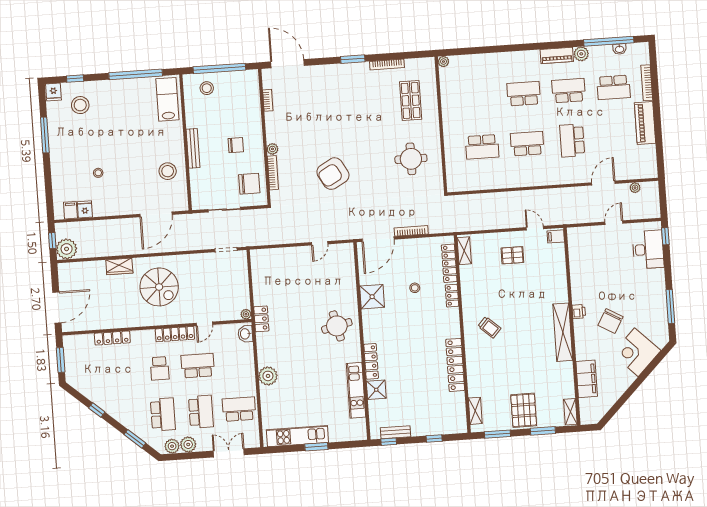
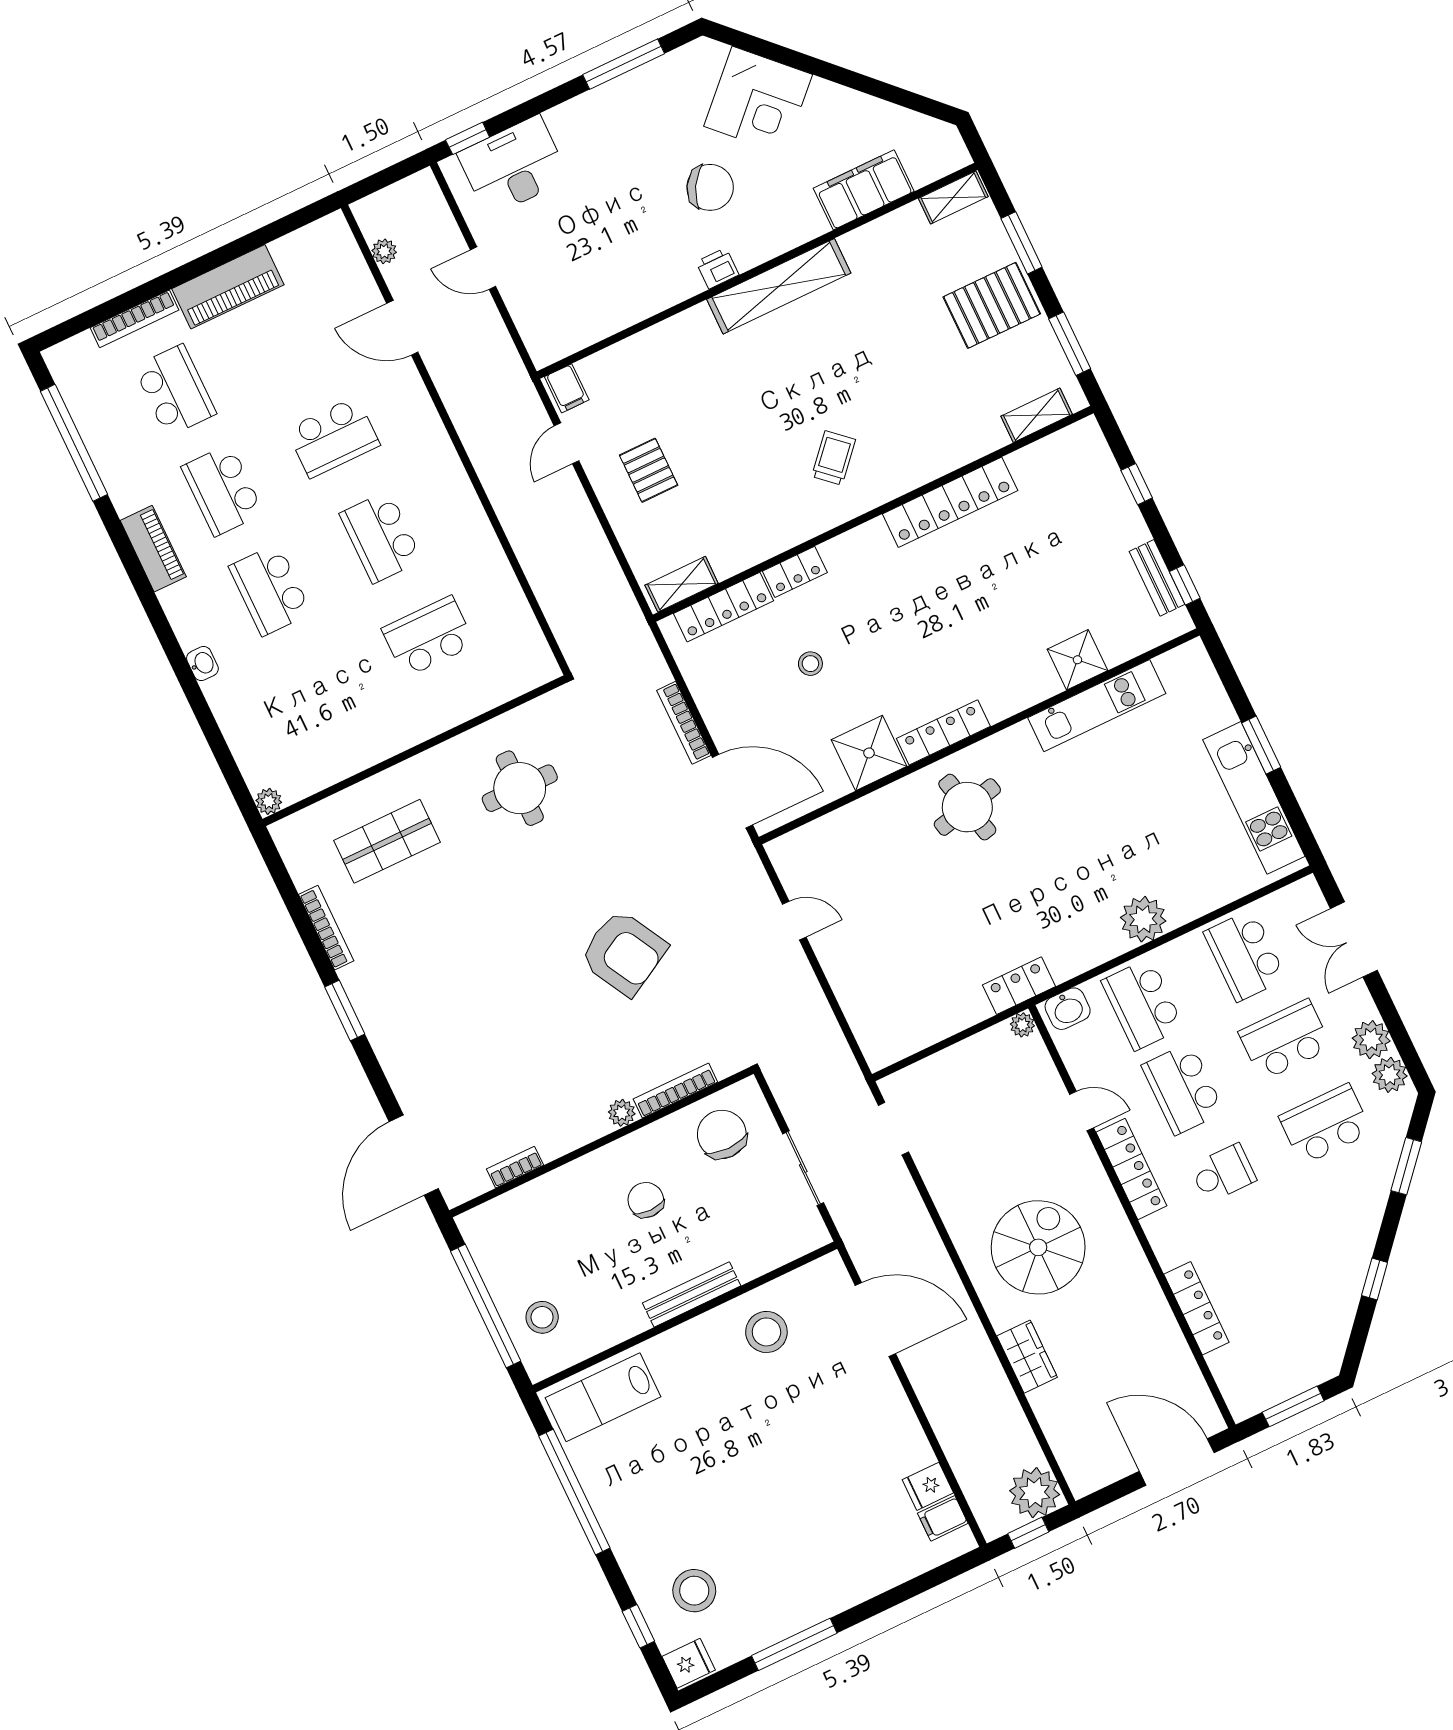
washbasin: (620, 49) -> (202, 664), moved
plant: (581, 54) -> (127, 494), removed
school desk: (482, 147) -> (428, 637), turned -90
stool: (98, 173) -> (833, 1489), removed
locker: (371, 361) -> (943, 732), moved
school desk: (236, 363) -> (1143, 1004), added

